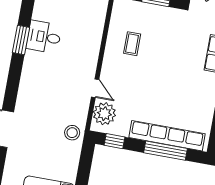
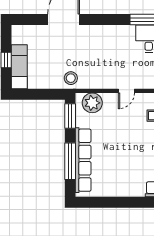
door: (95, 88) -> (126, 91), moved
window: (114, 141) -> (70, 116), width x1.50

